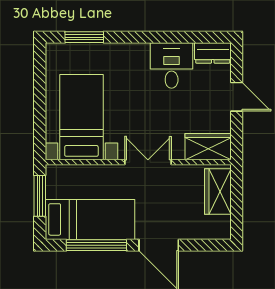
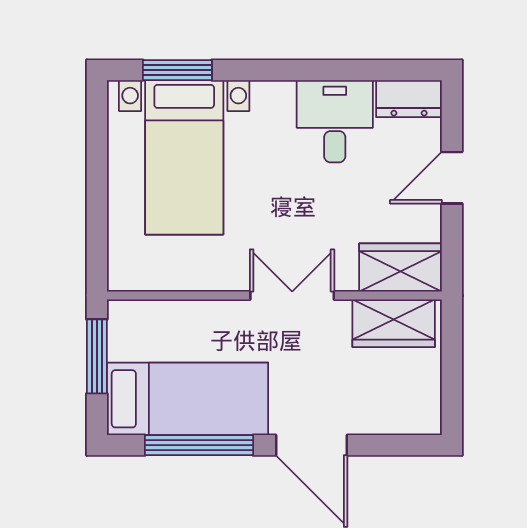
door: (237, 97) -> (452, 178), swing flipped
bed with nightstands: (81, 117) -> (184, 157), moved, turned 180
wardrobe: (218, 192) -> (394, 323), moved, turned -90

